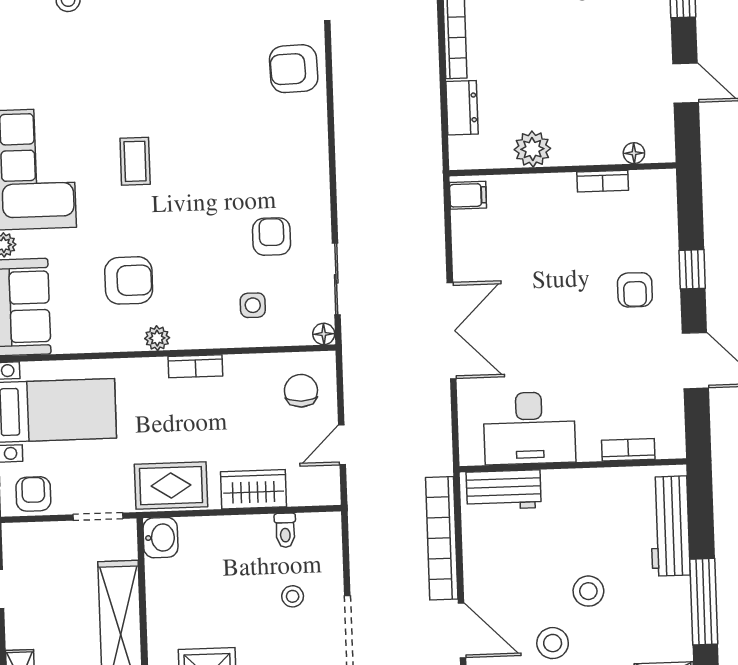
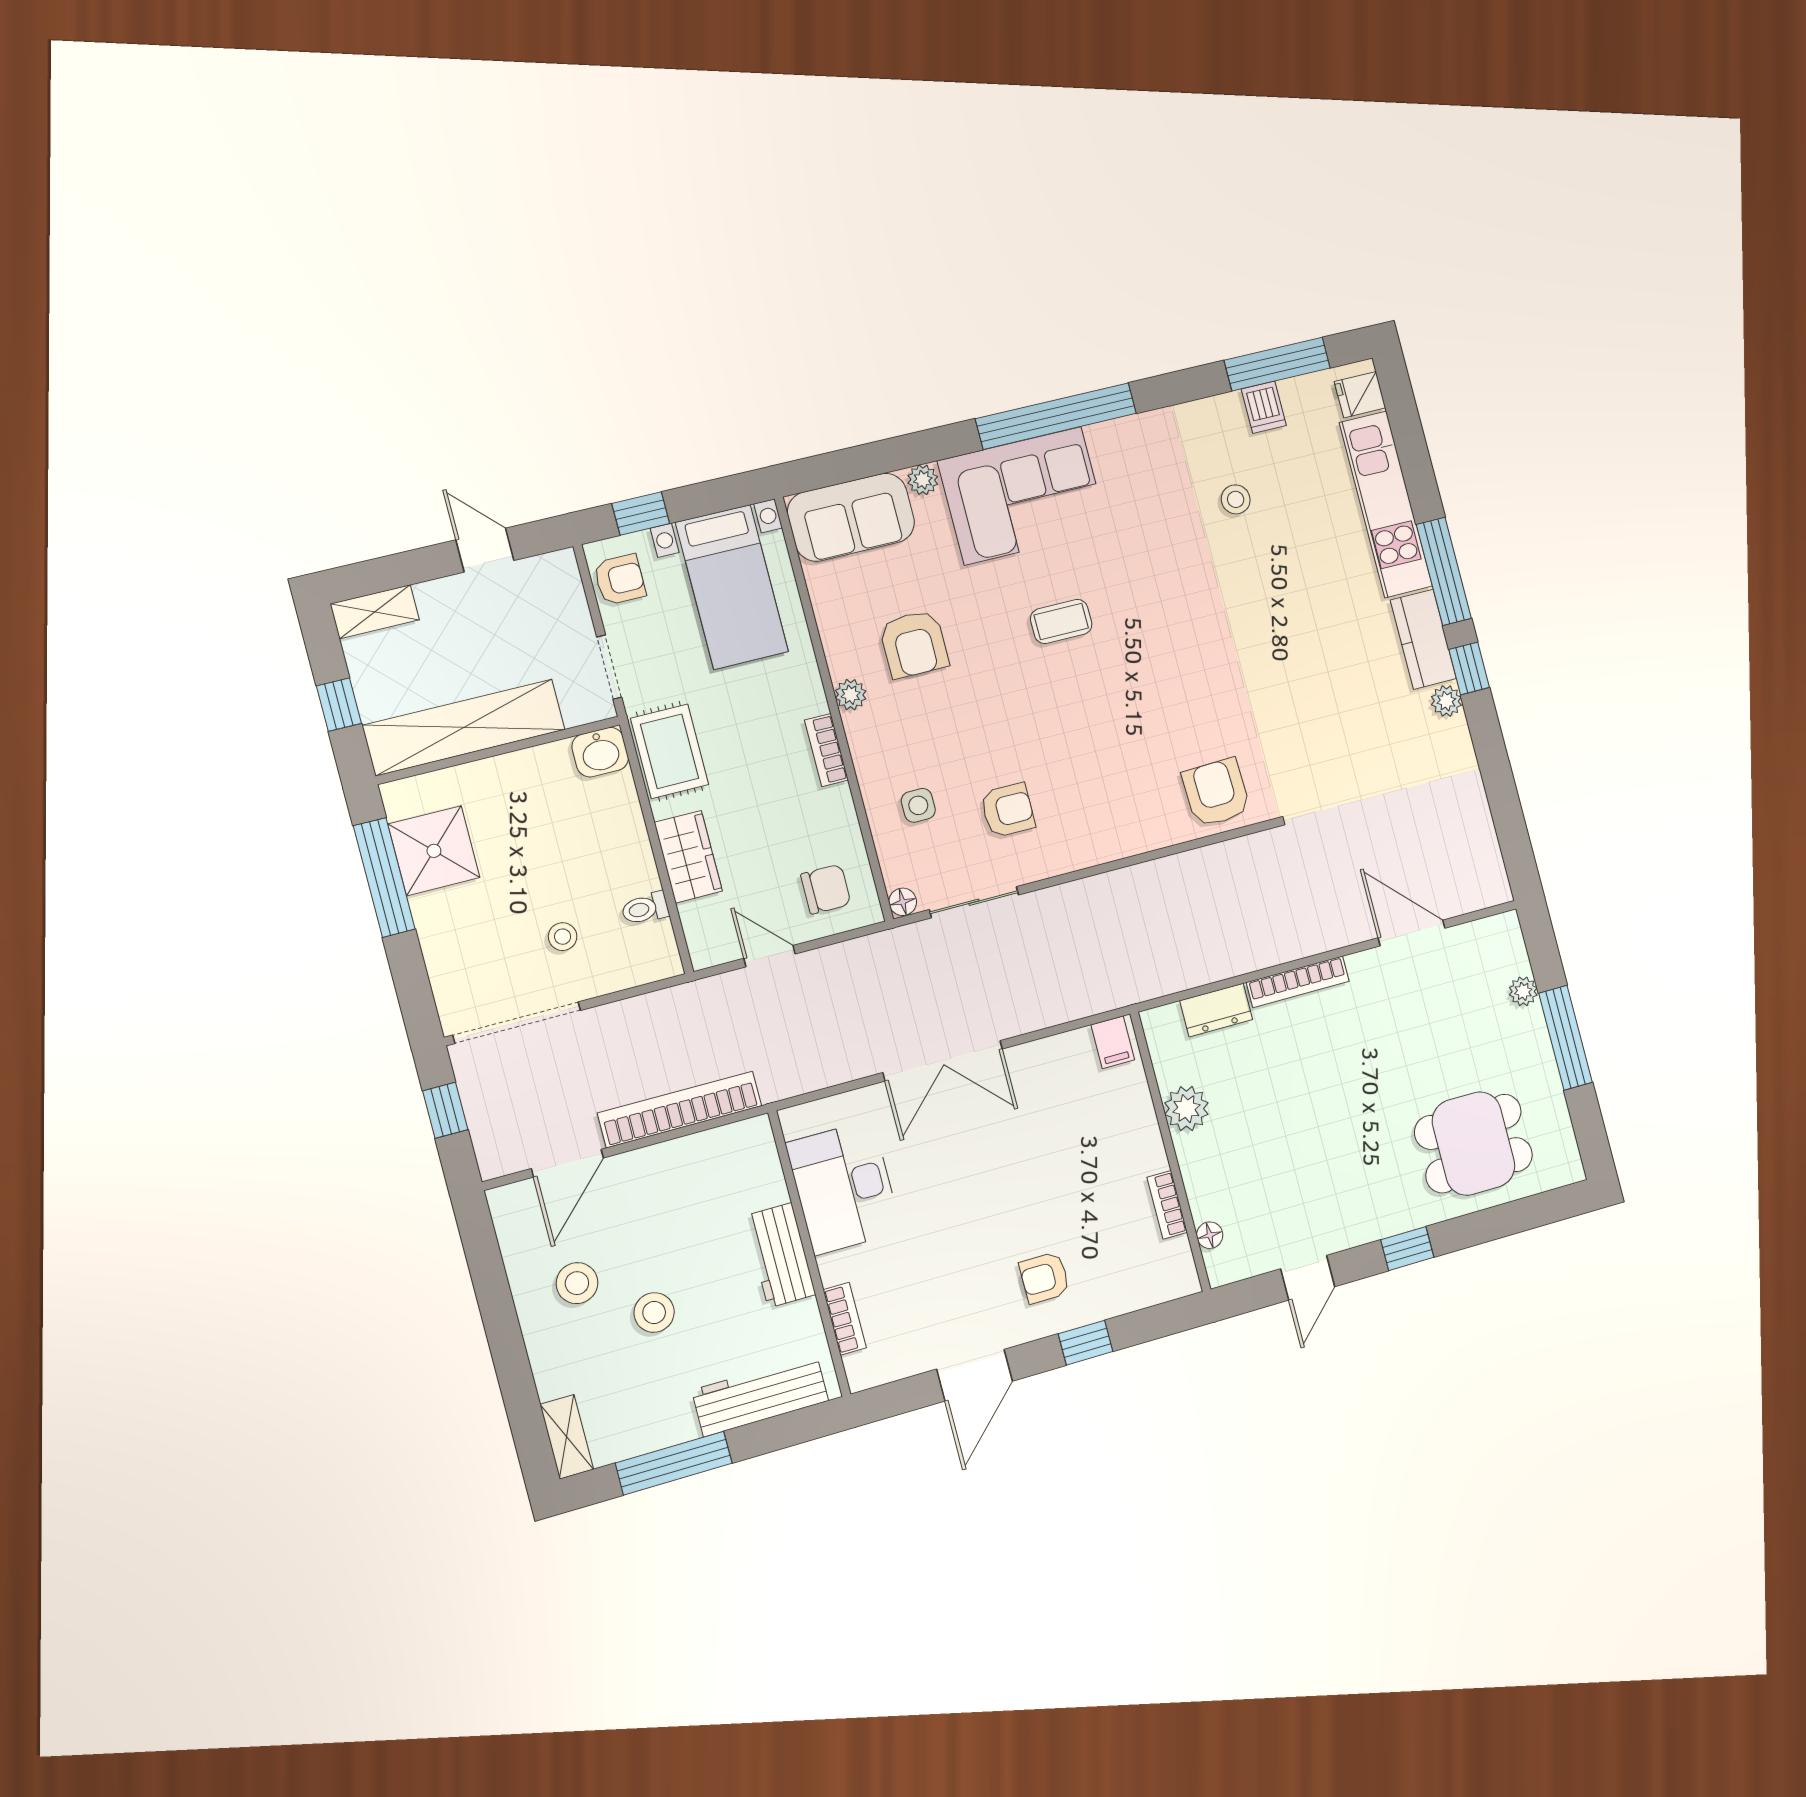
workbench: (504, 490) -> (780, 1255), moved

